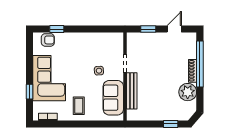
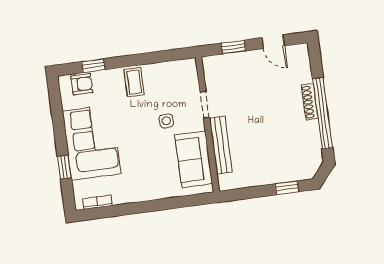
door: (174, 29) -> (273, 42), swing flipped
window: (200, 64) -> (323, 113), moved
plant: (188, 92) -> (307, 135), removed
coffee table: (79, 106) -> (134, 82), moved

